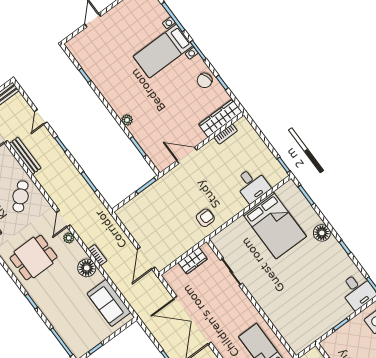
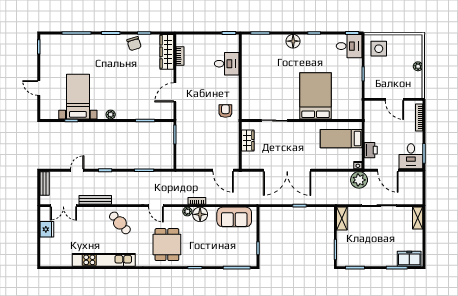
bed with nightstands: (163, 51) -> (78, 97), moved, turned 180
door: (41, 117) -> (77, 170), swing flipped
plant: (127, 120) -> (111, 115), moved
bed: (275, 225) -> (316, 96), moved, turned -90
plant: (69, 238) -> (187, 211), moved

